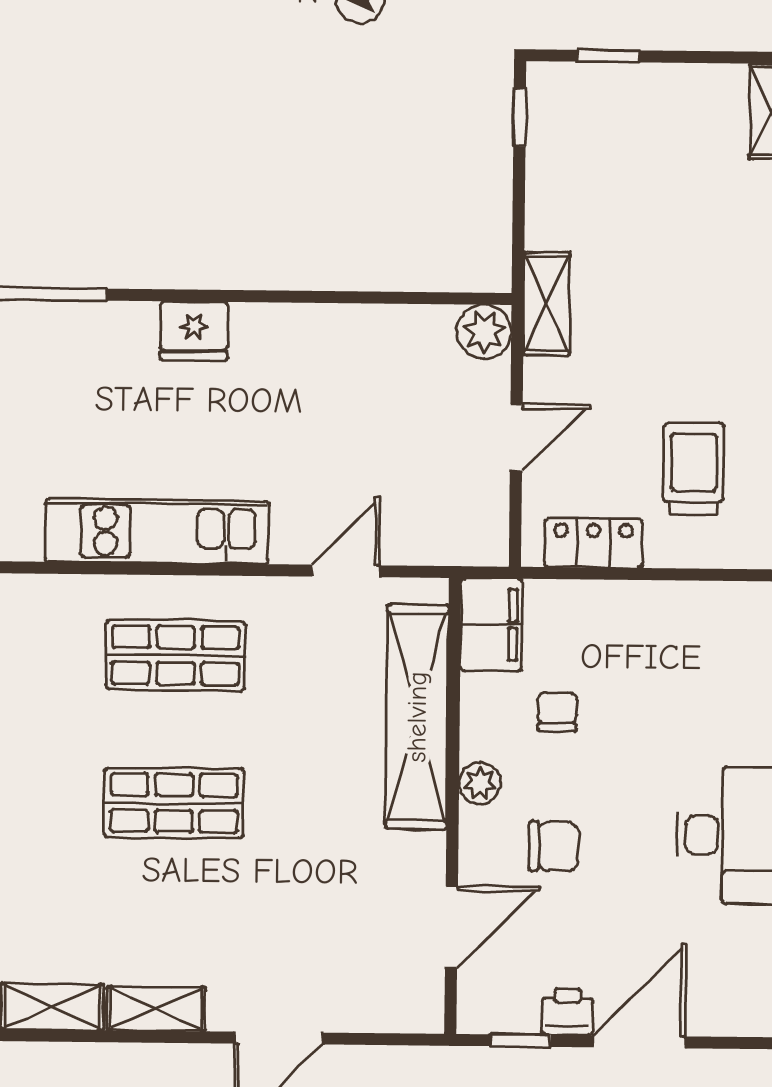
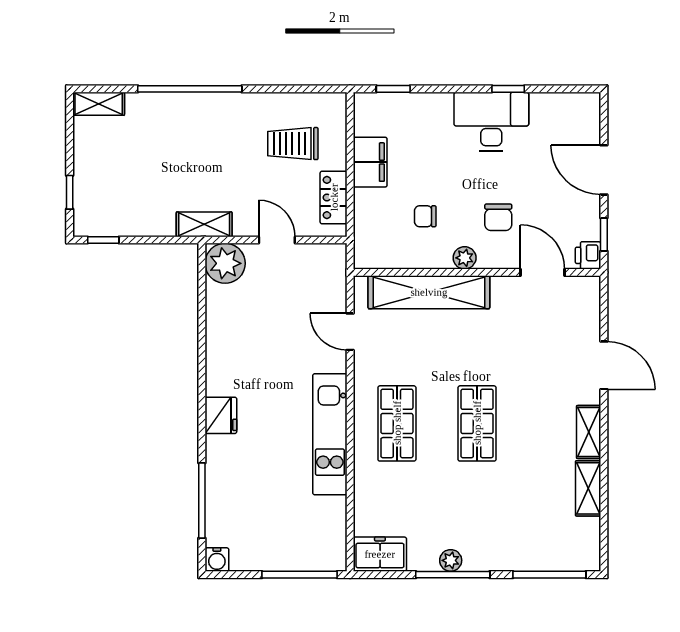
plant: (484, 332) -> (225, 263), width x1.36, depth x1.36
filing cabinet: (491, 625) -> (370, 162), moved, turned 90
chair: (554, 846) -> (498, 217), turned 180
printer: (567, 1012) -> (588, 255), moved

